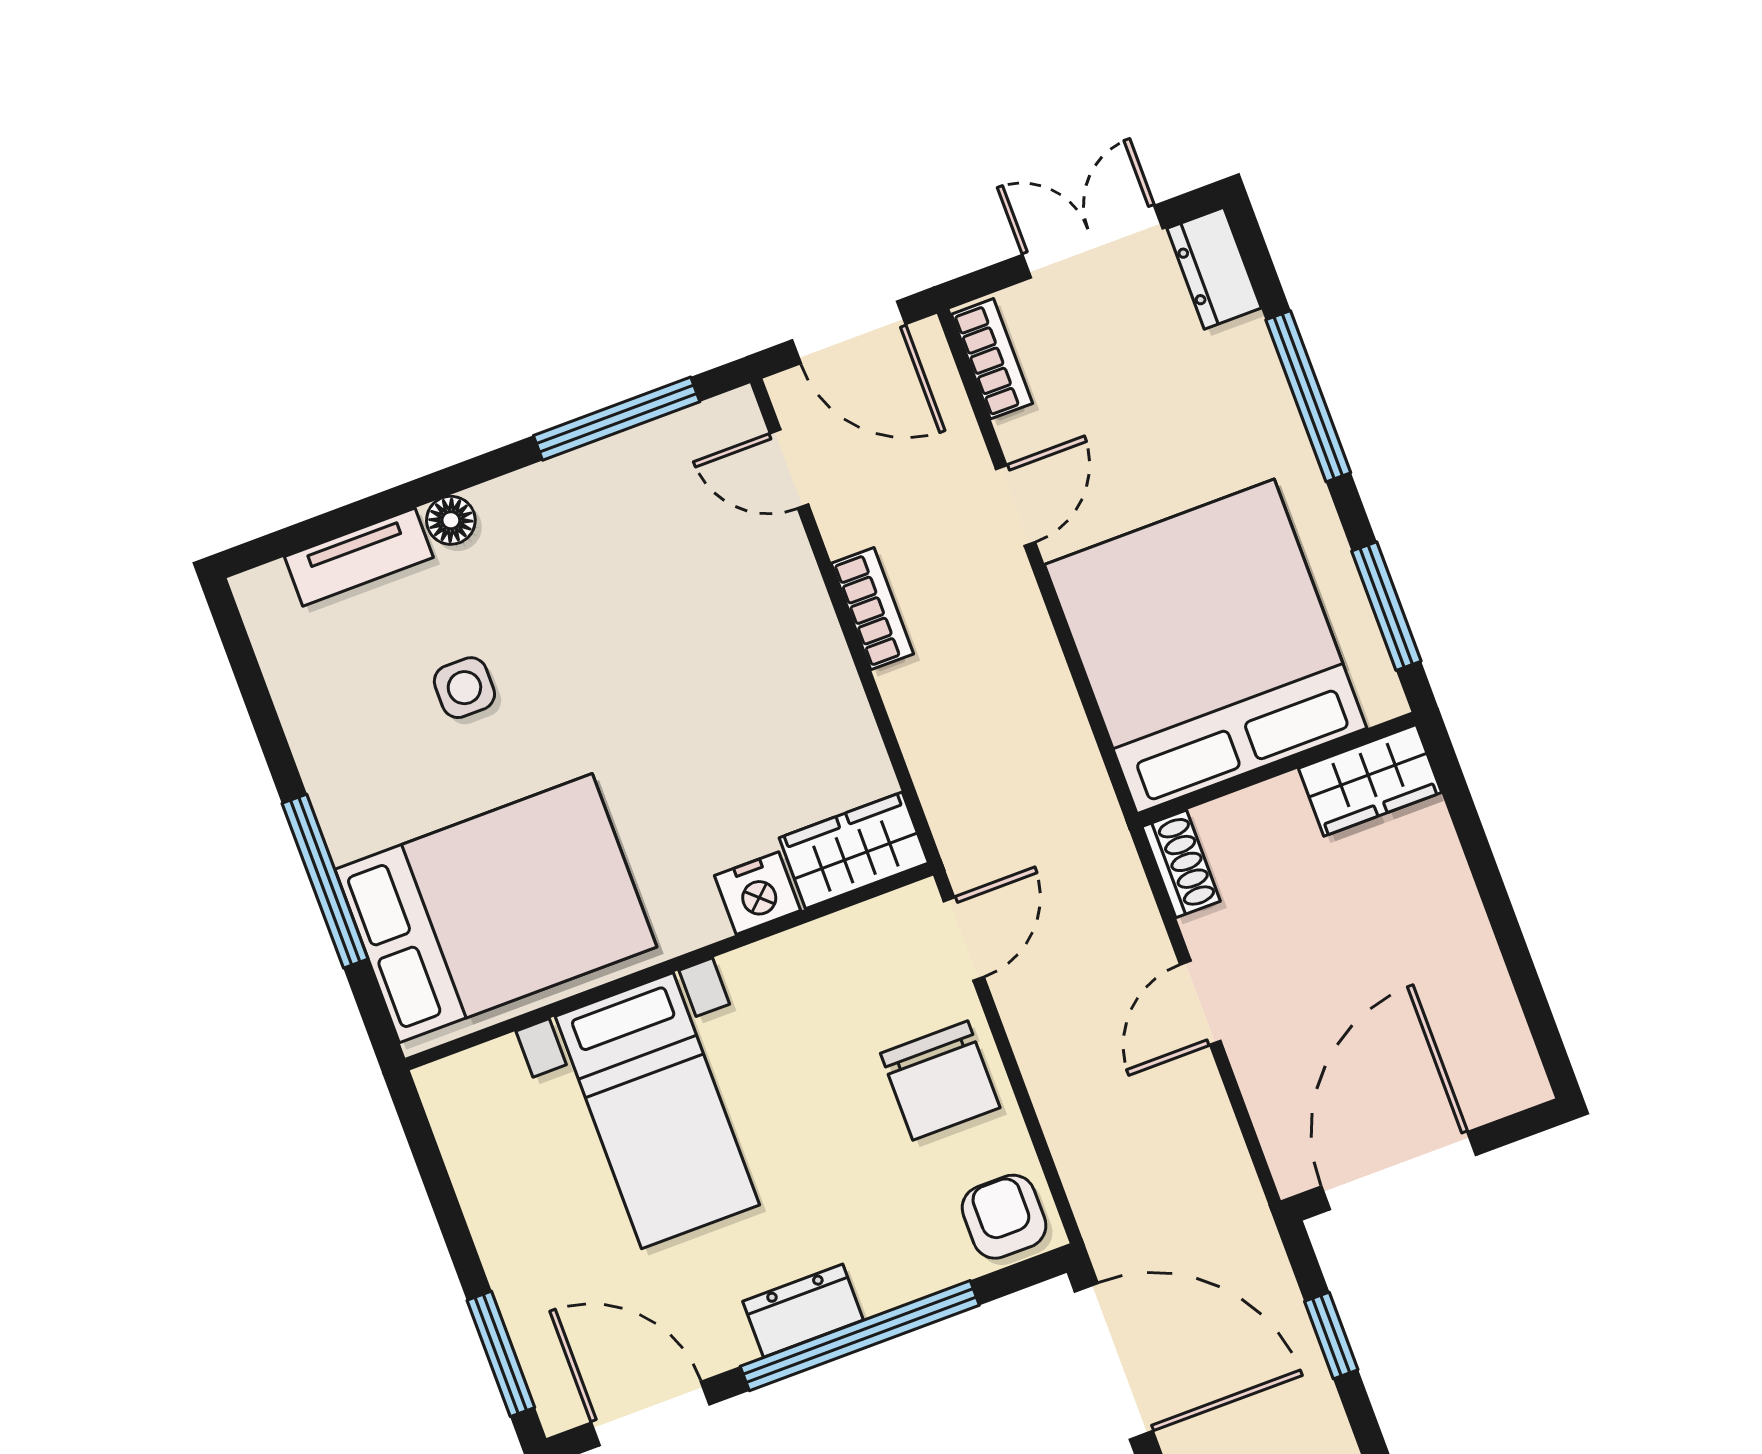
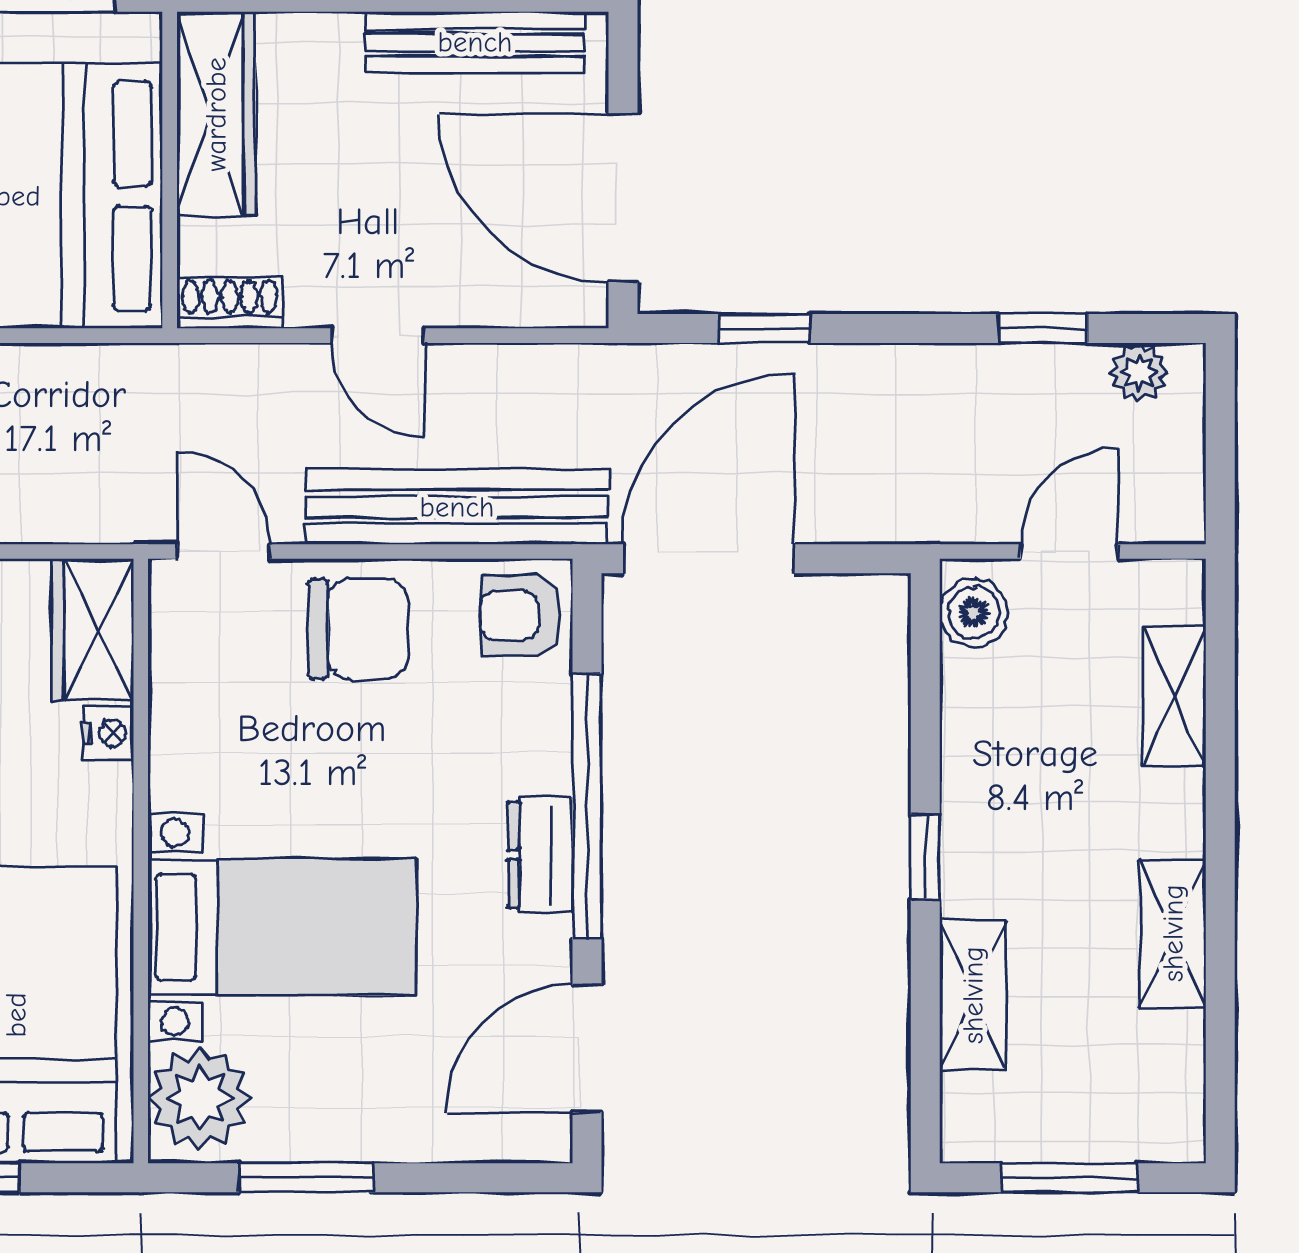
wardrobe: (1370, 780) -> (216, 114), width x1.50
nightstand: (757, 893) -> (108, 733), width x0.72, depth x0.74
bench: (1486, 993) -> (475, 42), added
plant: (483, 1094) -> (200, 1098), added
bench: (1078, 1127) -> (457, 507), added
window: (501, 1354) -> (306, 1178), moved

